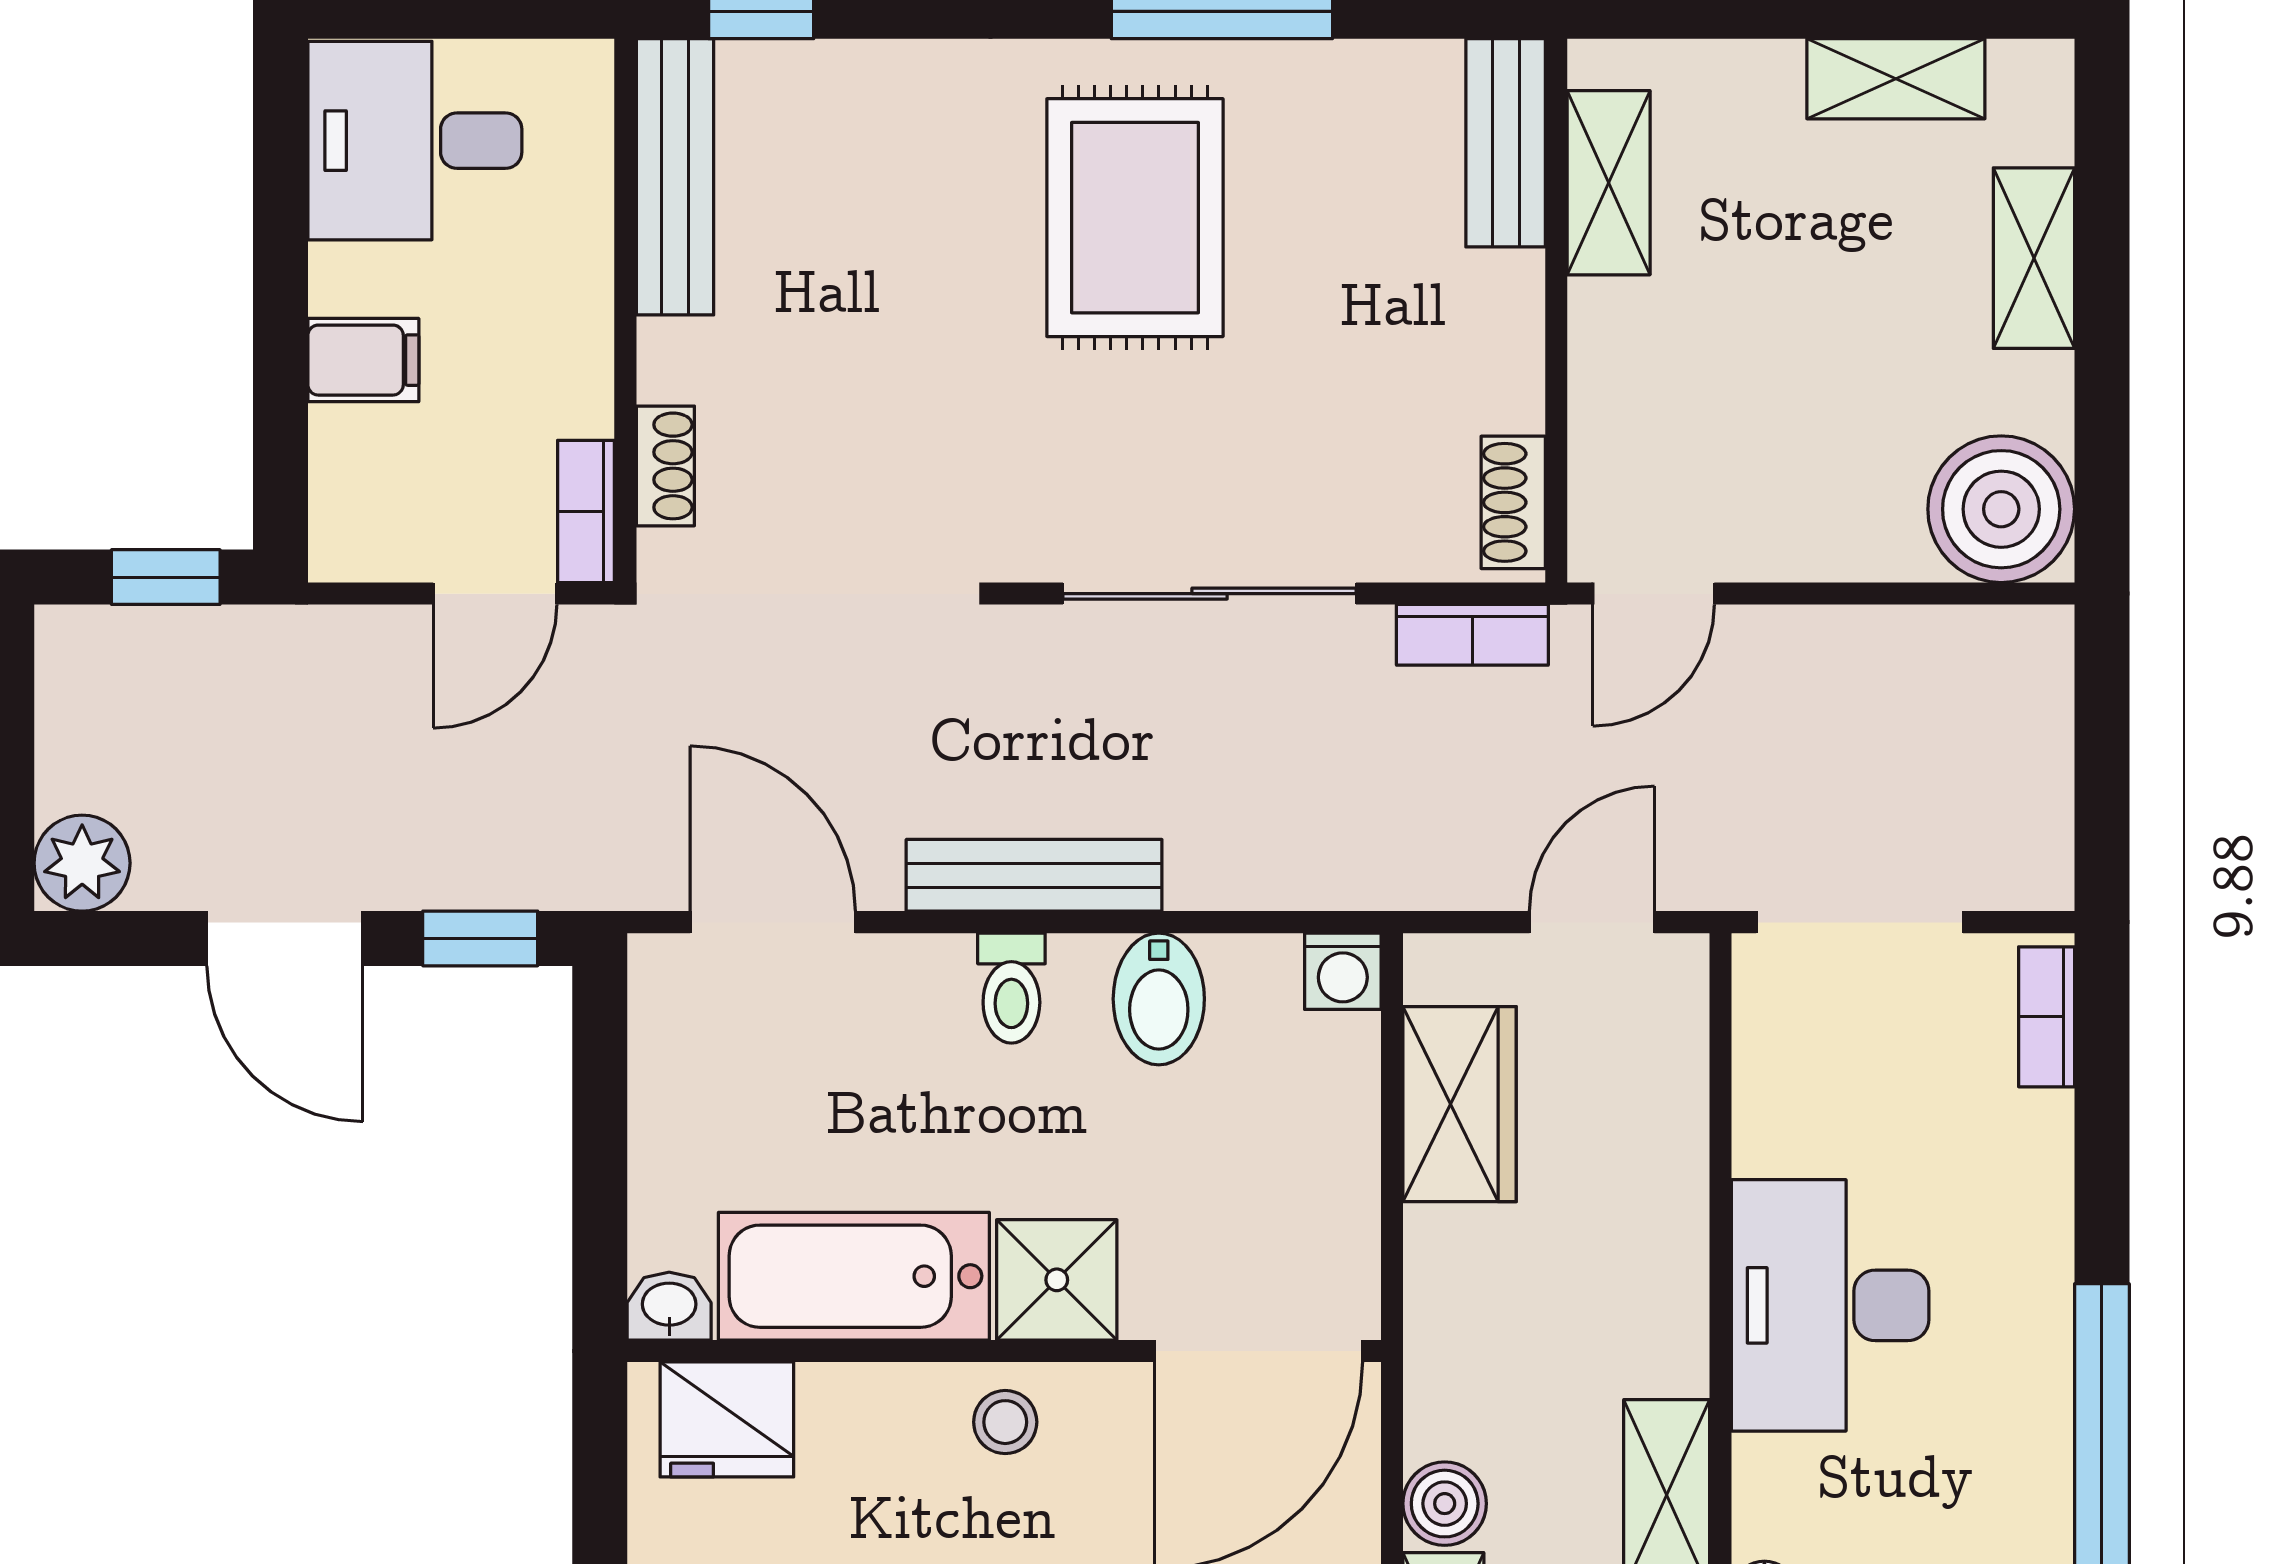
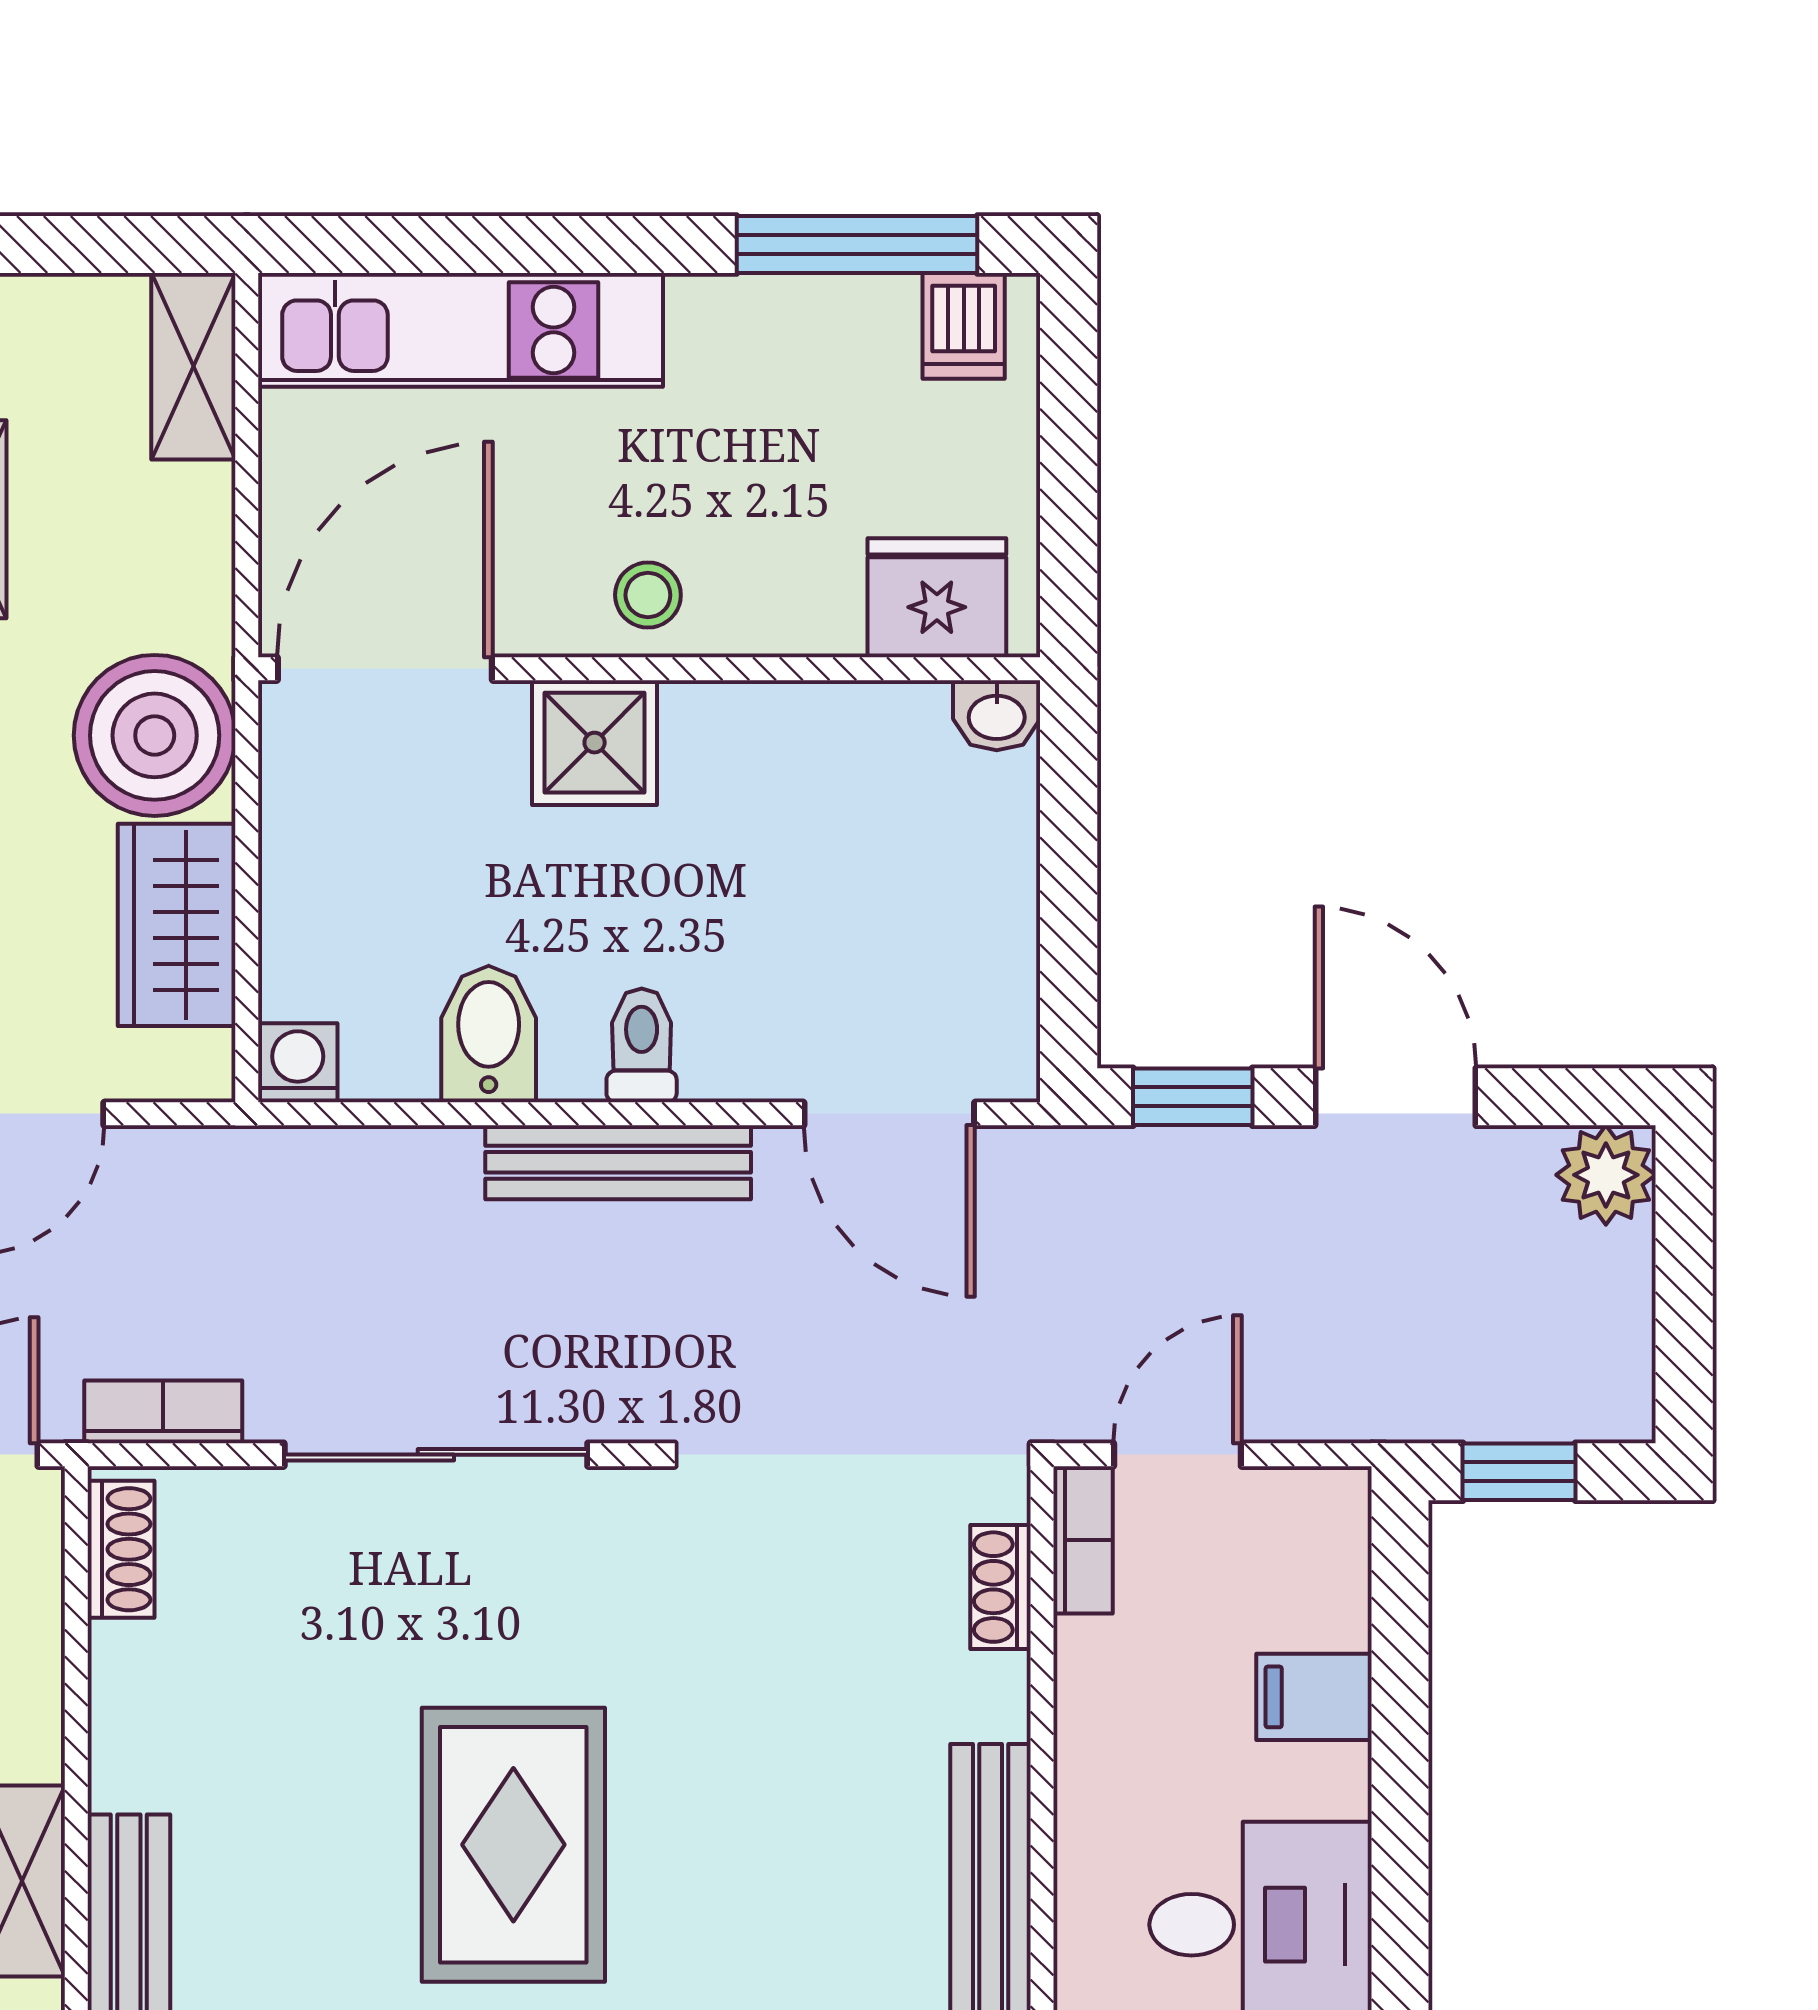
bathtub: (854, 1276) -> (805, 746), removed
boiler: (1445, 1504) -> (155, 735), moved, width x1.86, depth x1.86

